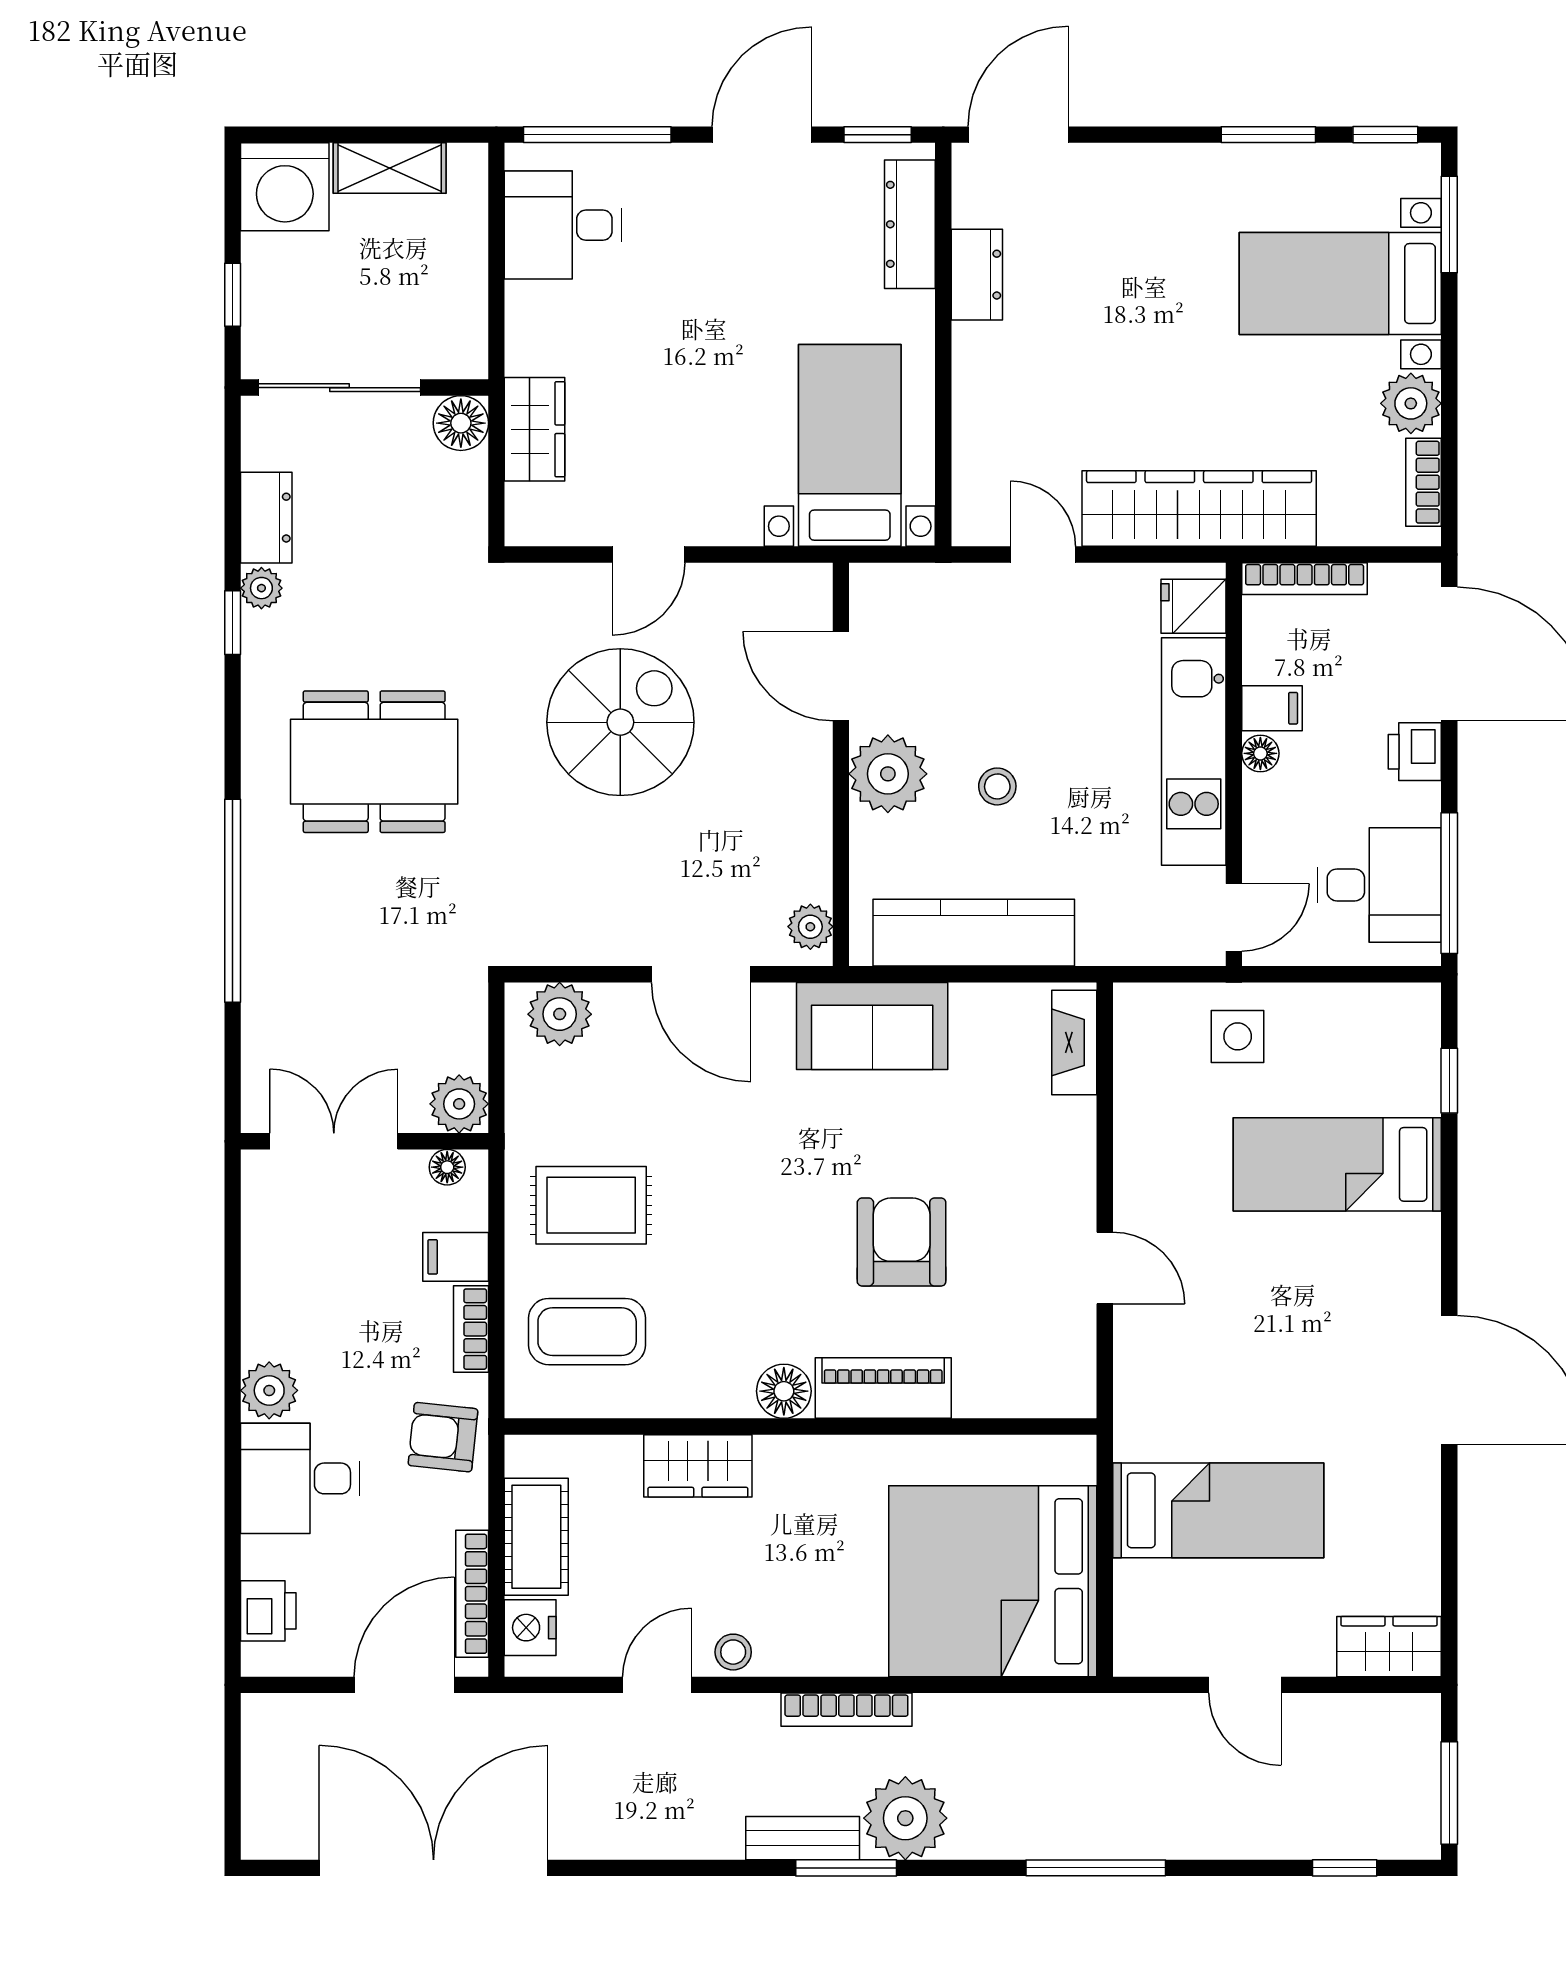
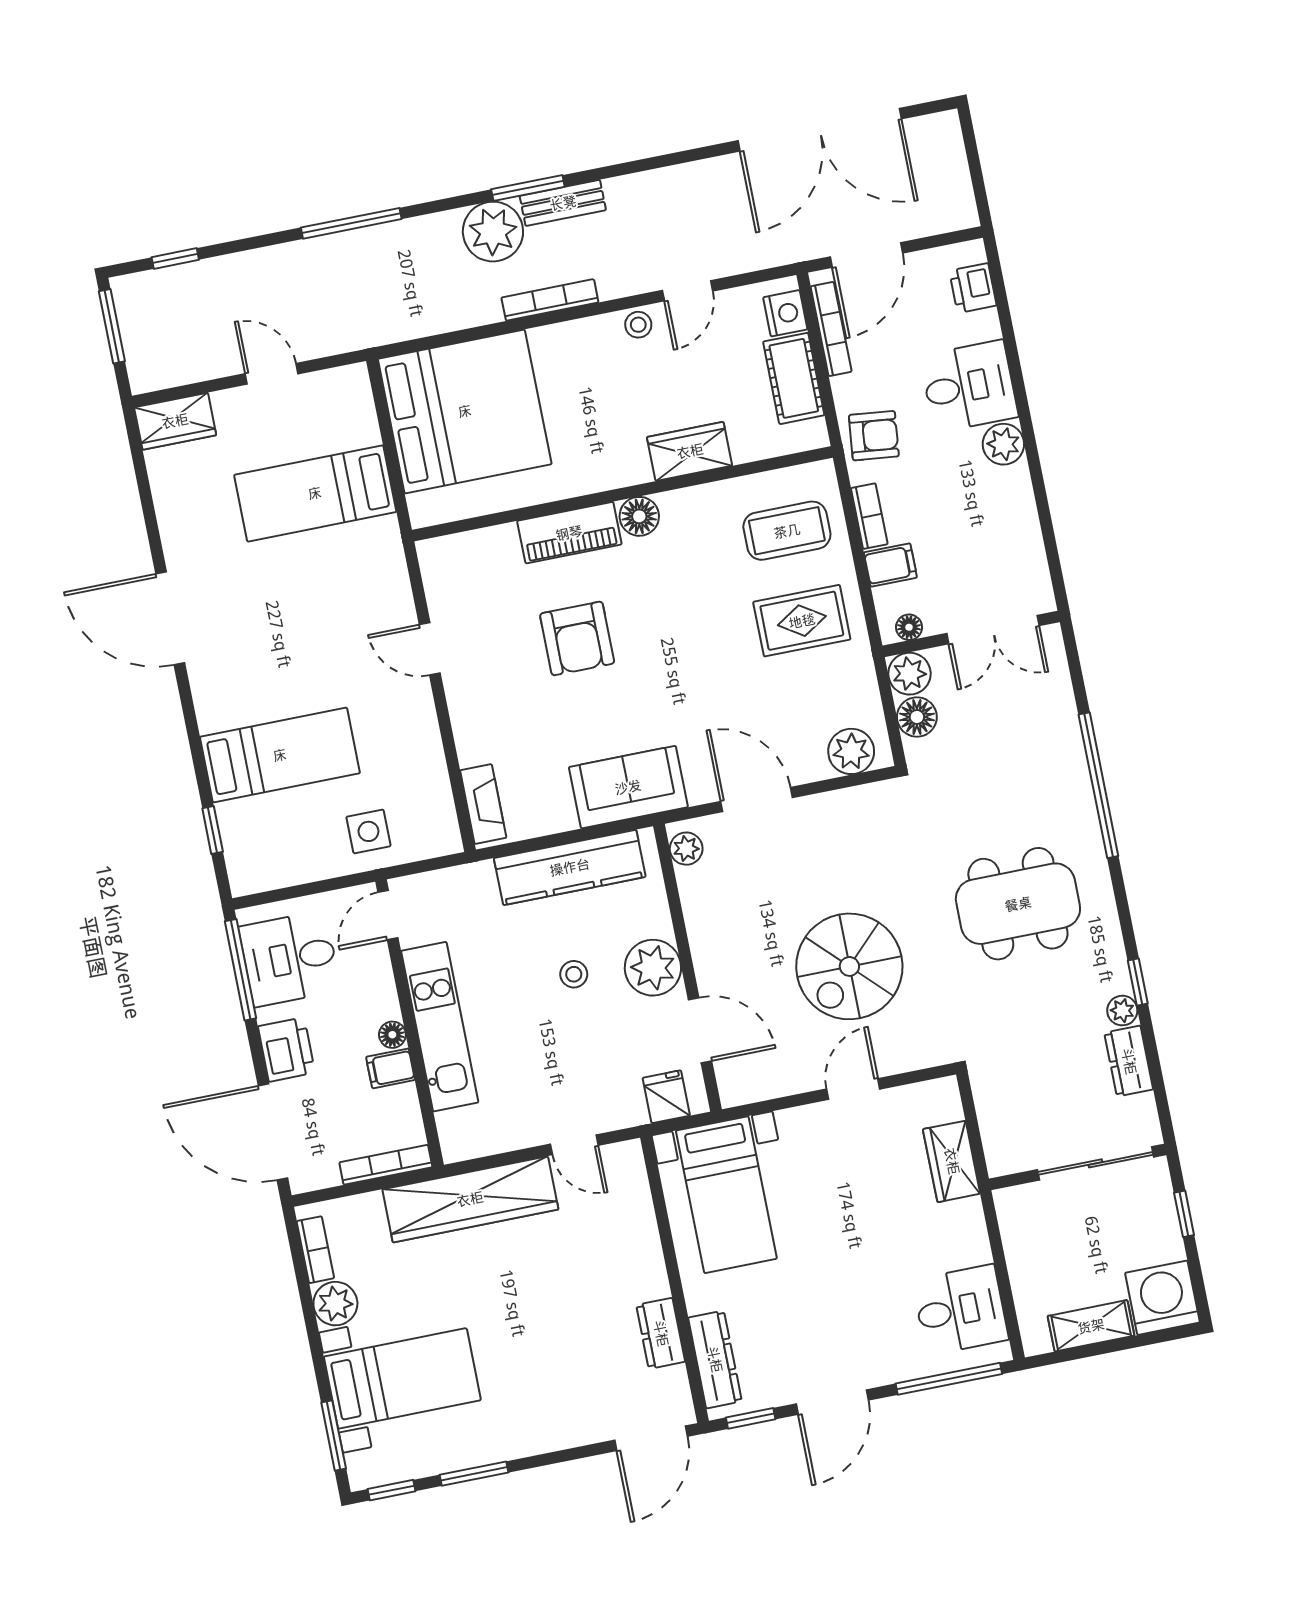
floor lamp: (461, 423) -> (917, 717), moved
fridge: (1193, 606) -> (666, 1097), moved, turned -90
printer: (1415, 752) -> (286, 1049), width x1.36, depth x1.24

